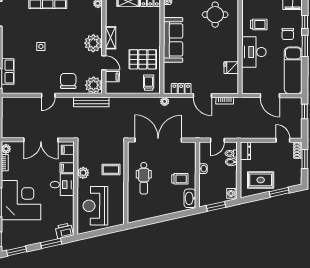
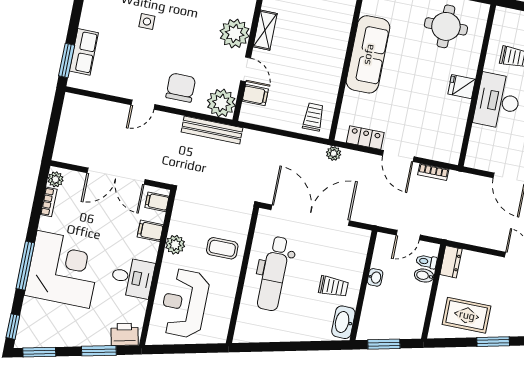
pallet: (143, 59) -> (311, 77), removed
fridge: (231, 68) -> (462, 87), moved
dental chair: (144, 178) -> (274, 274), width x1.36, depth x1.38
desk: (62, 185) -> (132, 278), moved
washing machine: (232, 193) -> (415, 328), removed

